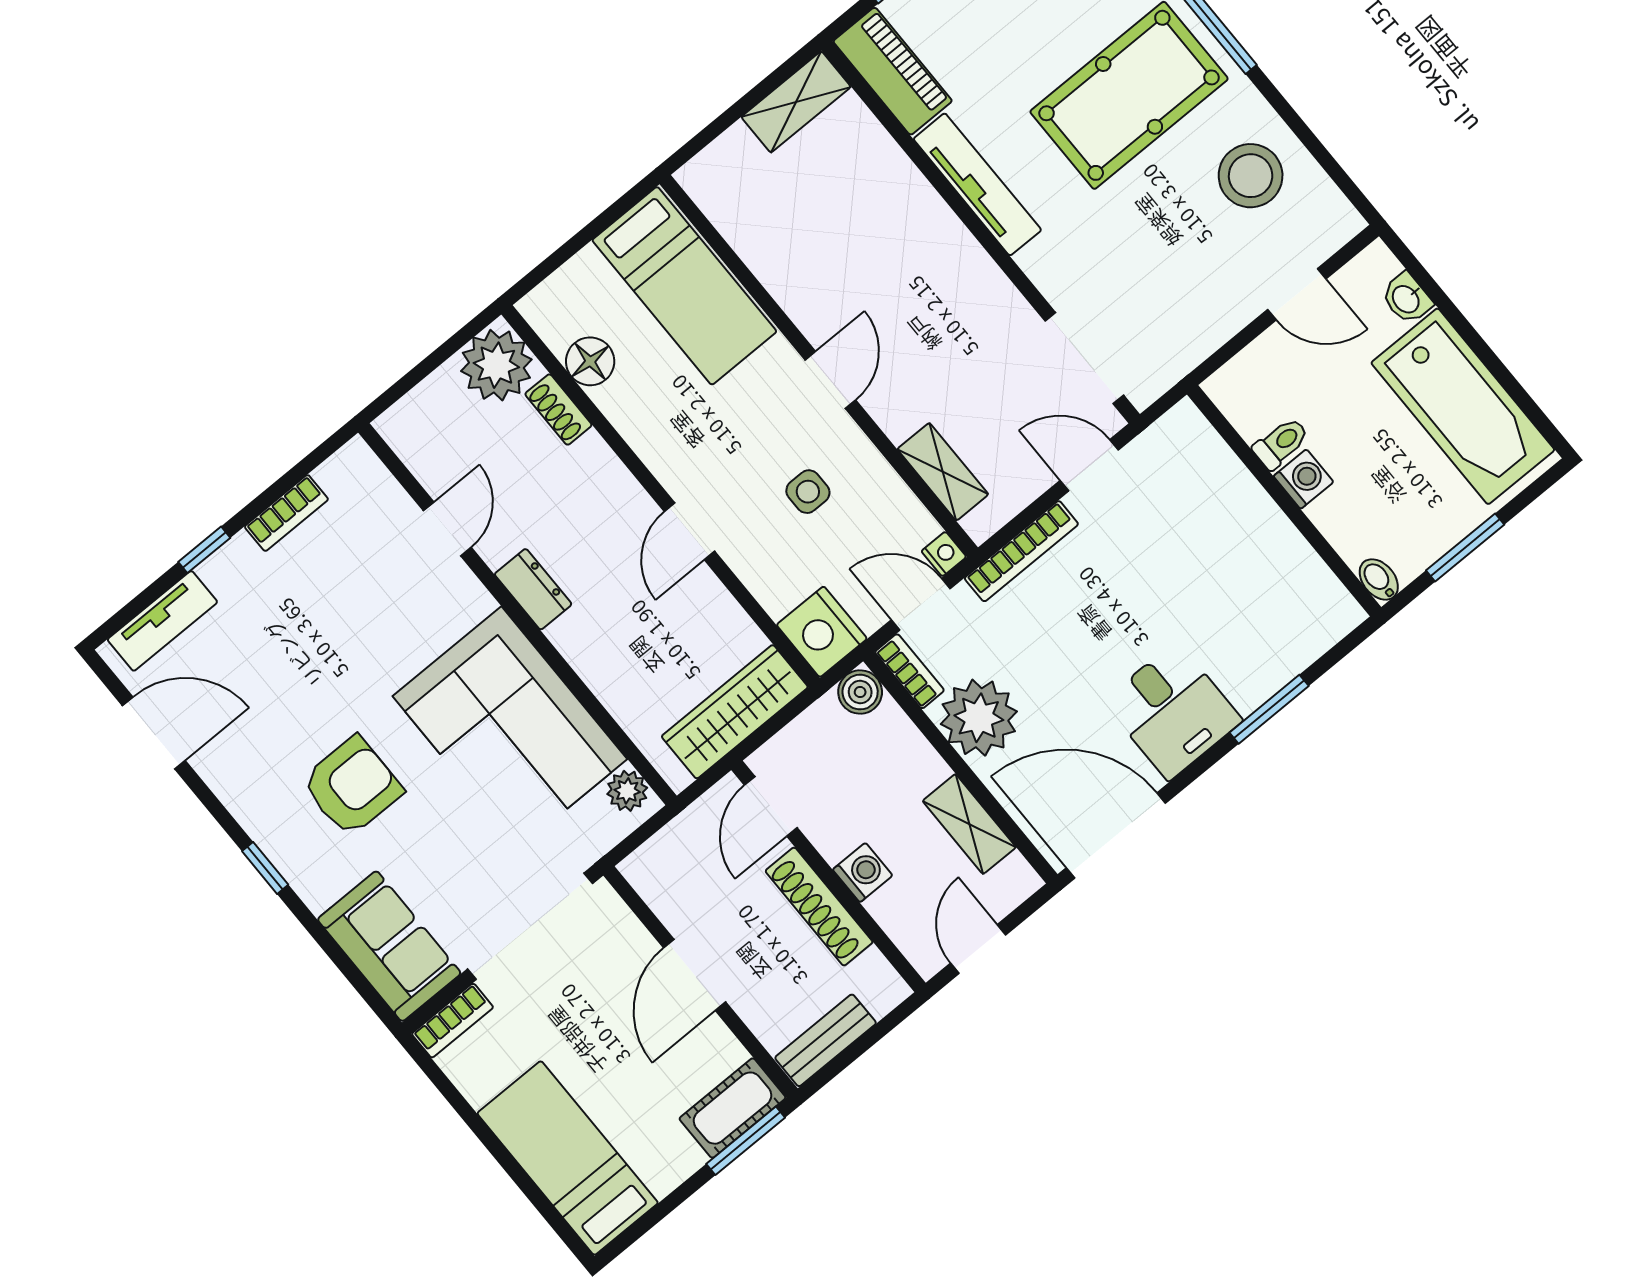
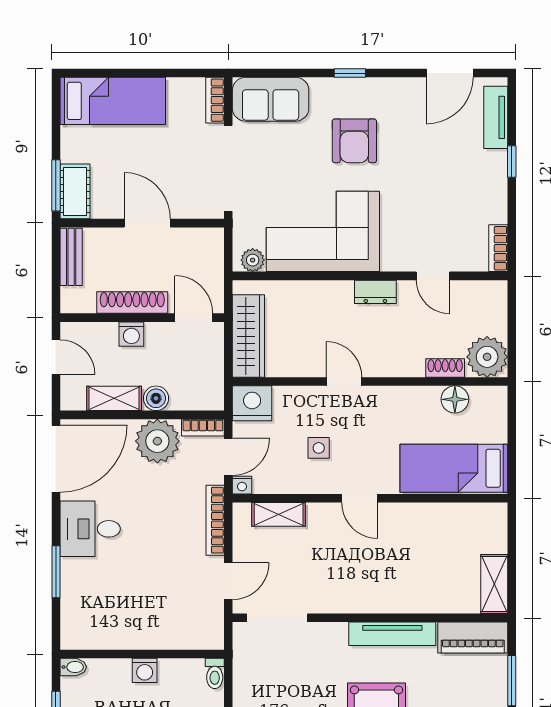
toilet: (1281, 443) -> (215, 673), moved
bookcase: (286, 513) -> (498, 248), moved
boiler: (860, 692) -> (156, 398), moved

